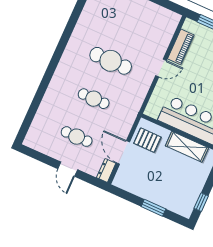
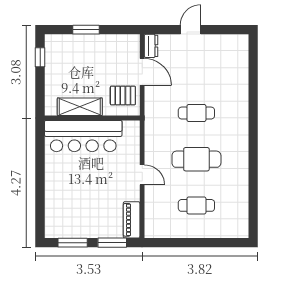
piano: (181, 47) -> (132, 220), moved
door: (161, 68) -> (142, 175), swing flipped
cafe table: (77, 137) -> (196, 205), moved
door: (68, 169) -> (191, 30), hinge flipped

